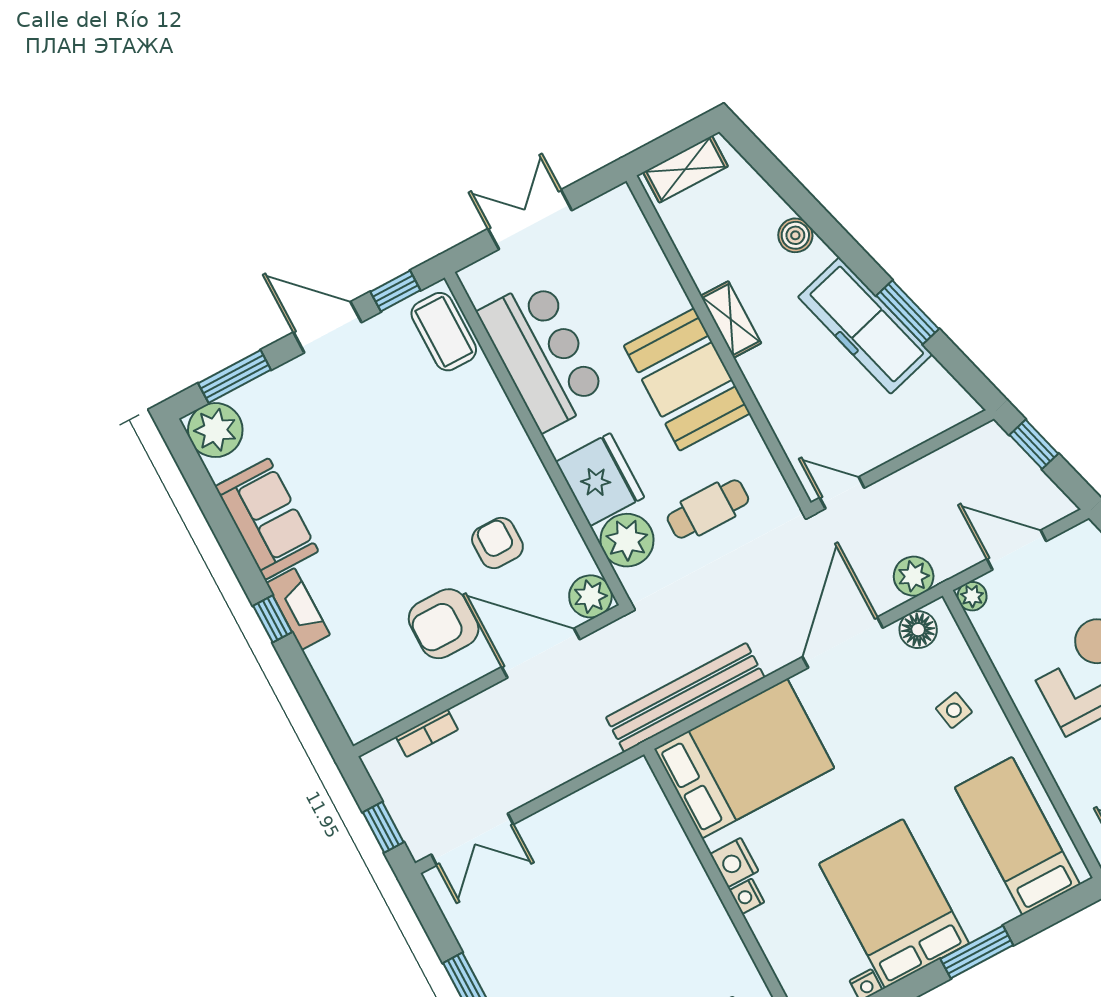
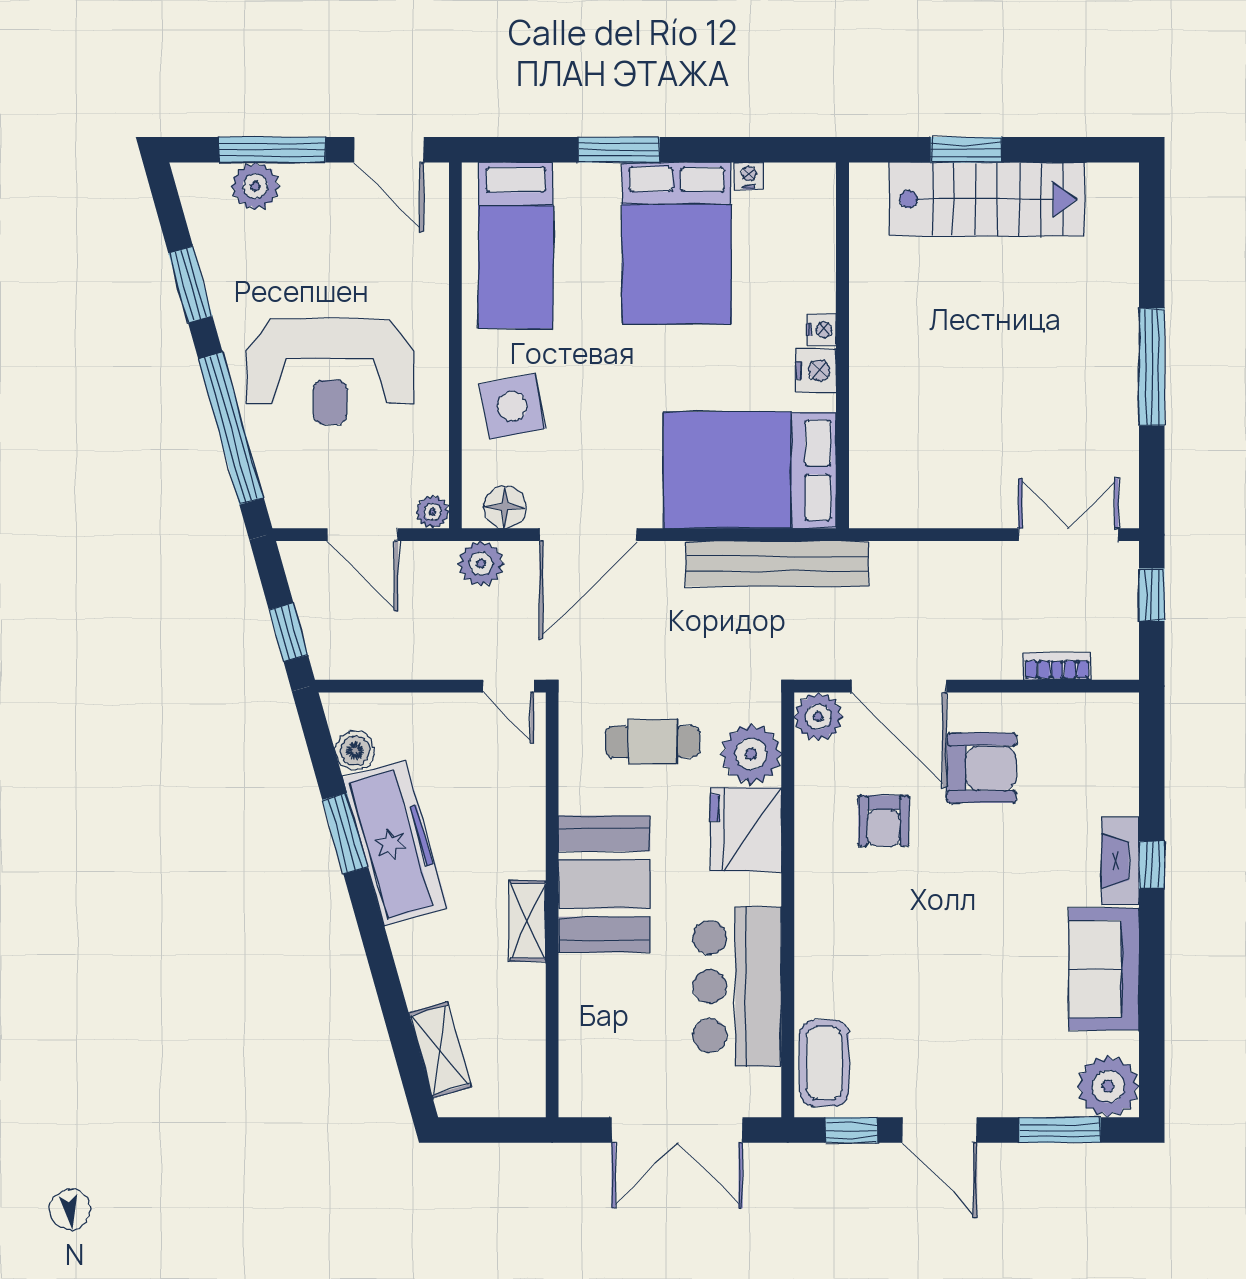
shelving: (685, 169) -> (440, 1050), moved, turned 74
double door: (530, 220) -> (677, 1130), width x1.37
boiler: (795, 235) -> (355, 750), moved
side table: (954, 710) -> (512, 406), width x1.87, depth x1.87

